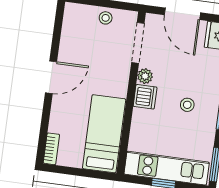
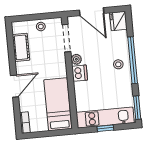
cot: (71, 41) -> (21, 47), added
door: (51, 77) -> (15, 86), moved
stool: (187, 105) -> (118, 64), moved

